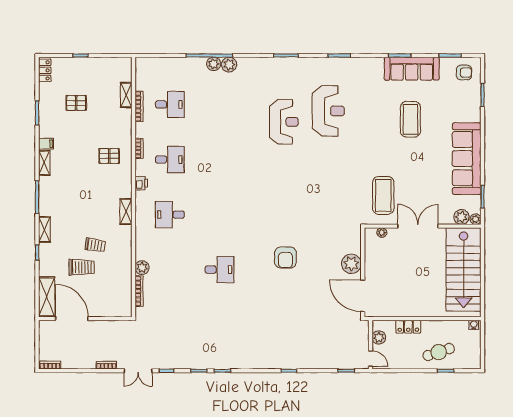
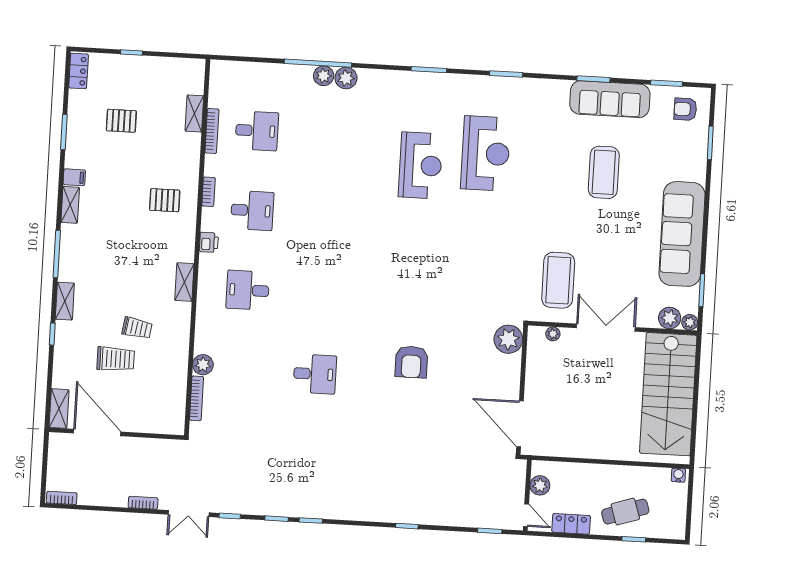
armchair: (464, 73) -> (685, 109), turned 180
plant: (351, 264) -> (508, 339), moved
shelving: (47, 297) -> (59, 409), width x0.67, depth x0.75
locker: (408, 327) -> (571, 524), moved, turned 180

